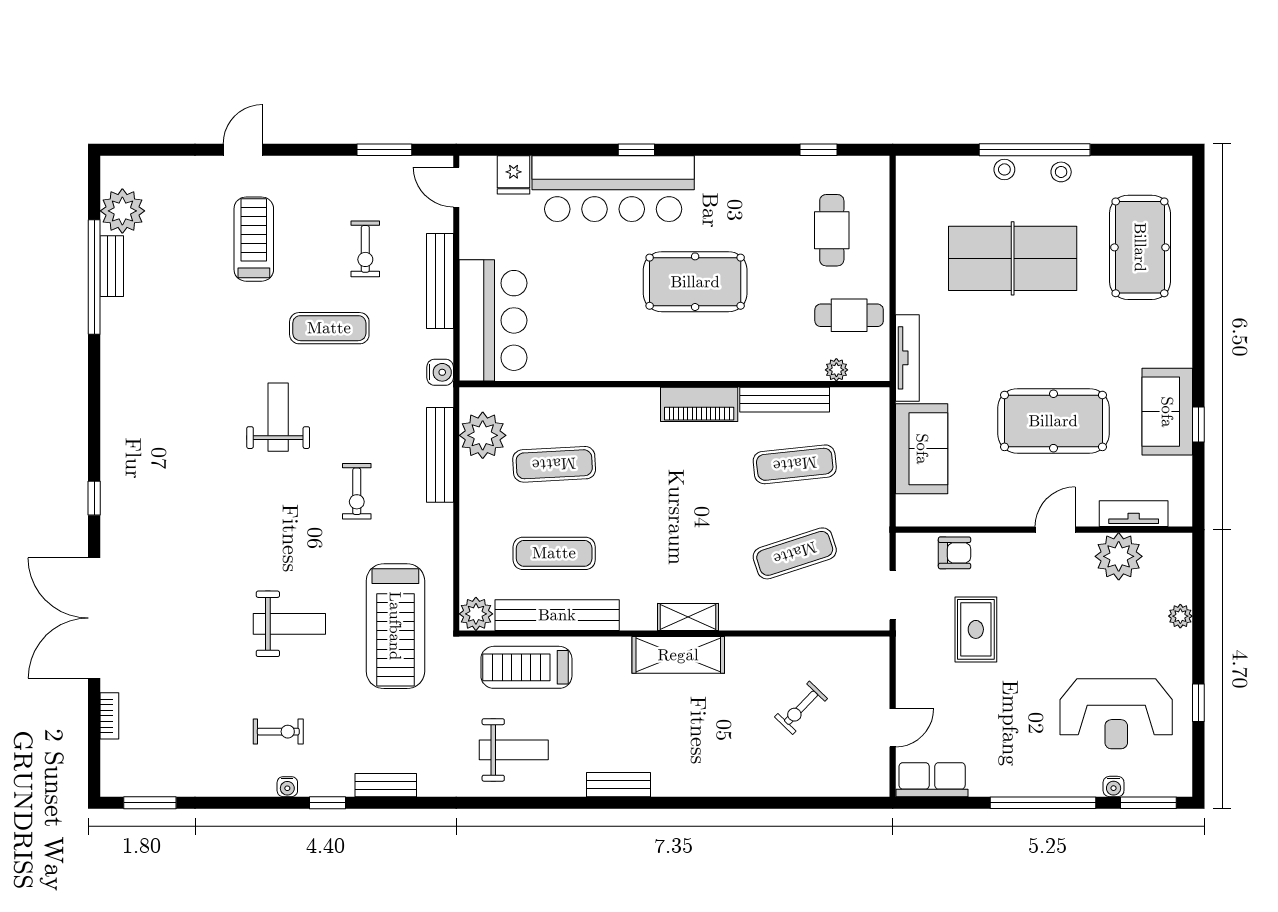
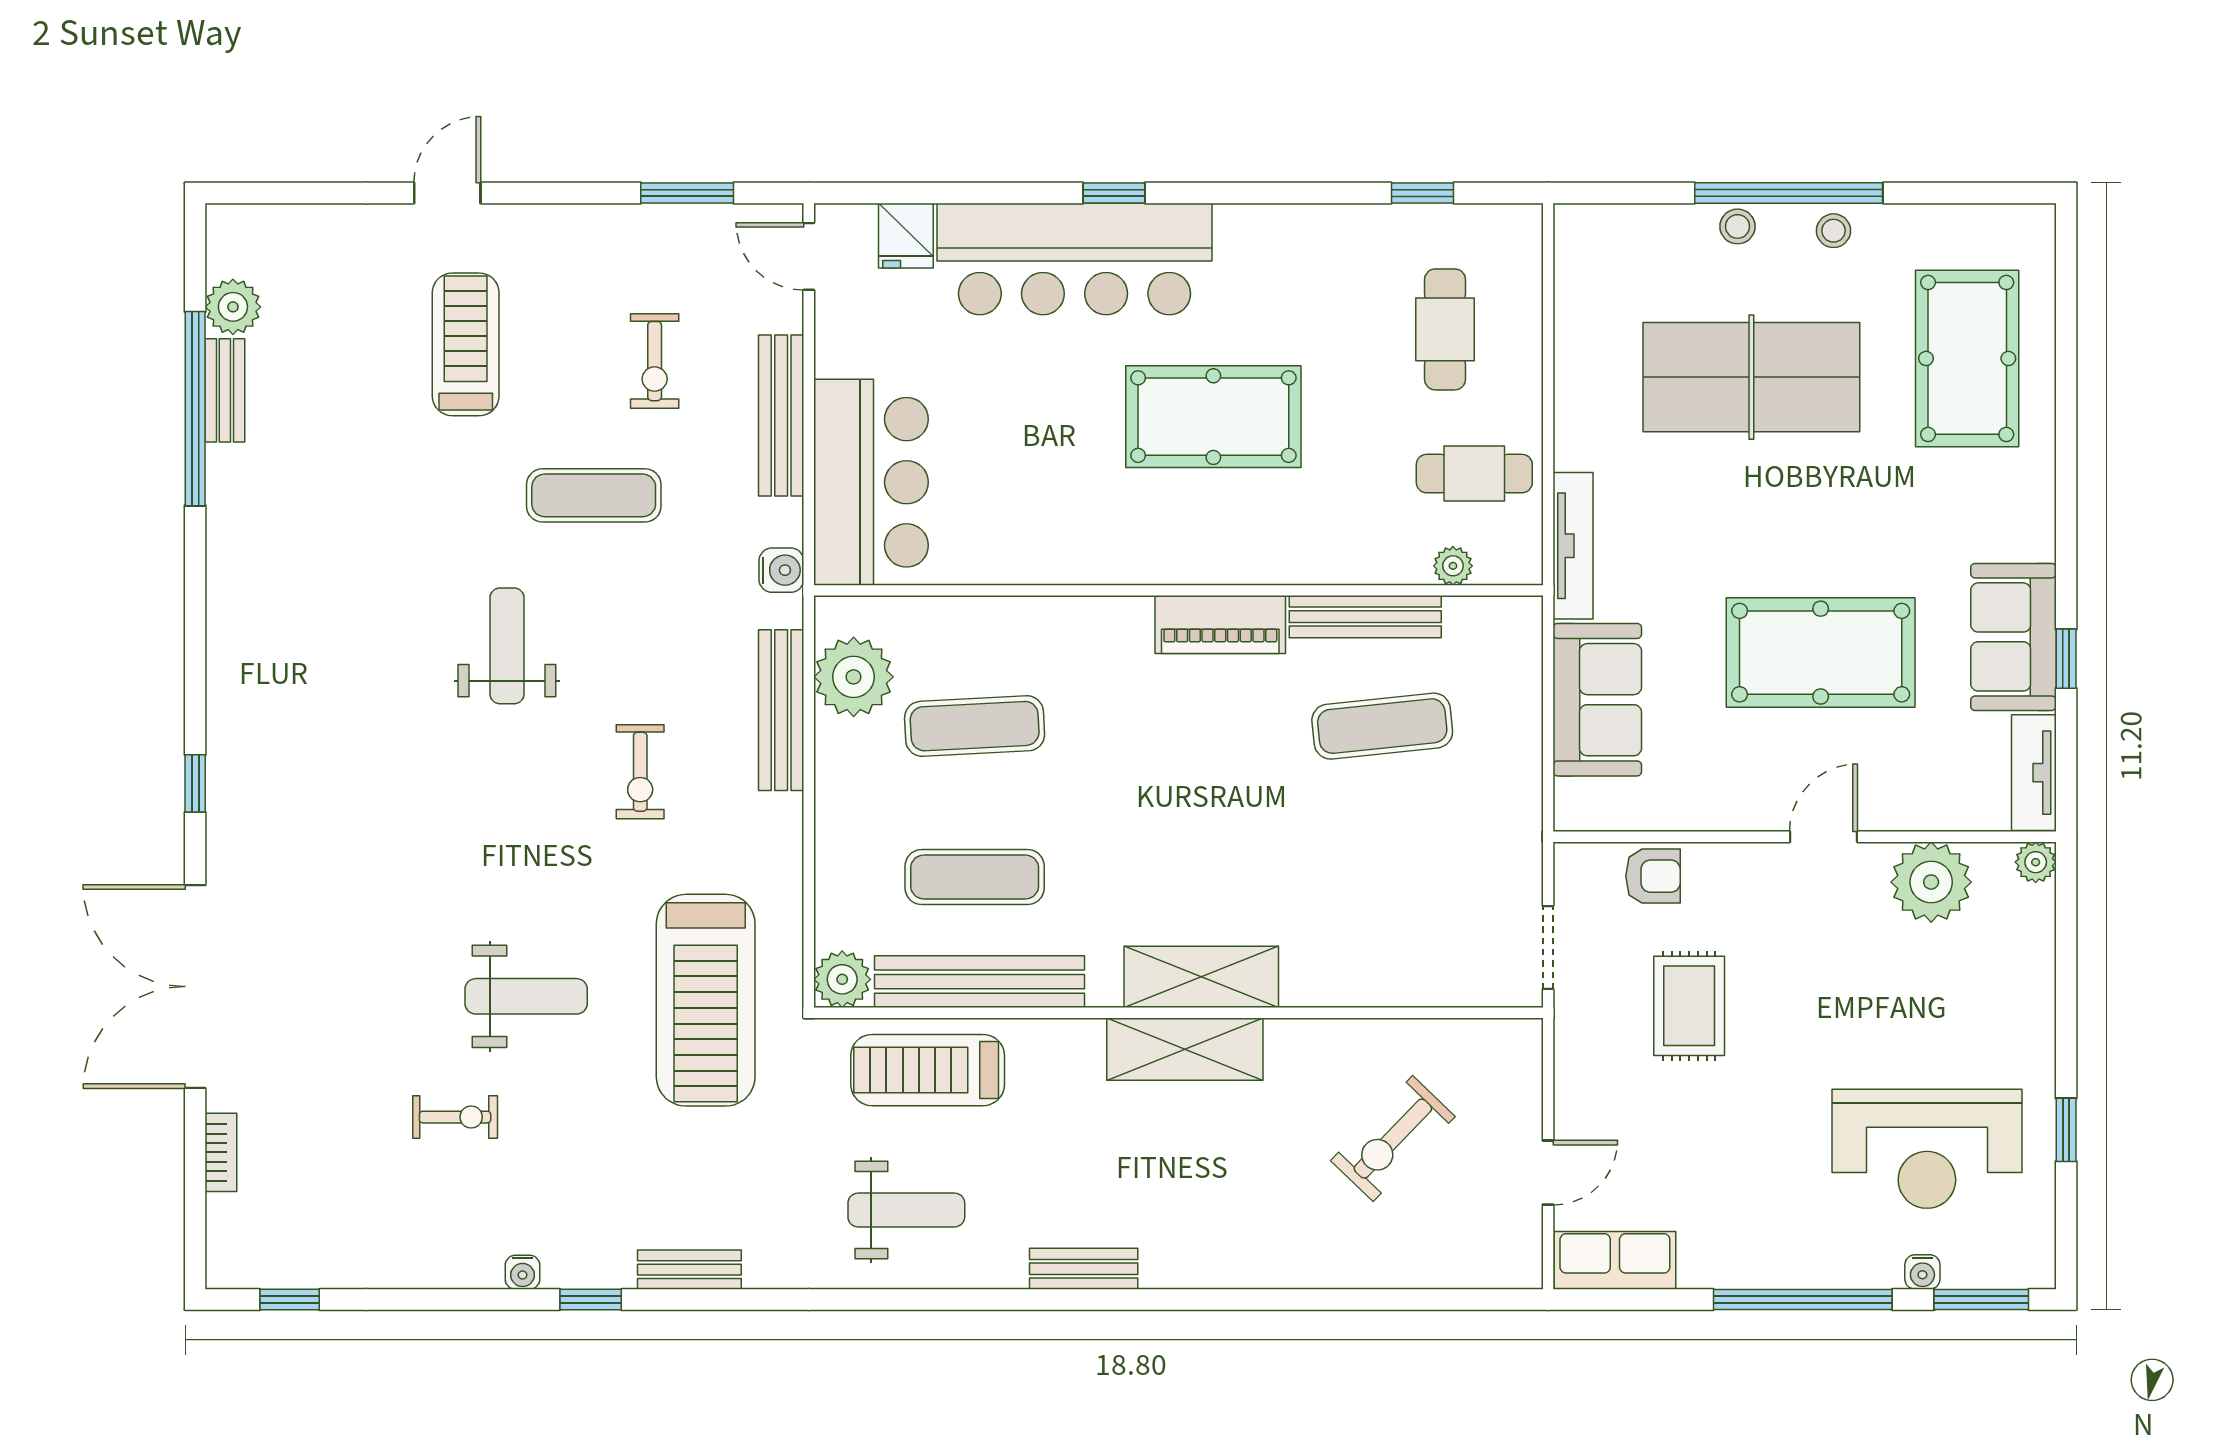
plant: (122, 211) -> (233, 307), width x0.73, depth x0.73
tv unit: (1134, 514) -> (2034, 773), moved, turned -90
exercise mat: (795, 553) -> (1382, 877), removed
plant: (1180, 616) -> (2036, 862), moved
shelving: (688, 617) -> (1201, 977), width x1.50, depth x1.33
exercise bike: (801, 708) -> (1393, 1139), width x1.38, depth x1.39
exercise bike: (278, 732) -> (455, 1117), moved
window: (150, 803) -> (290, 1299), width x0.67

